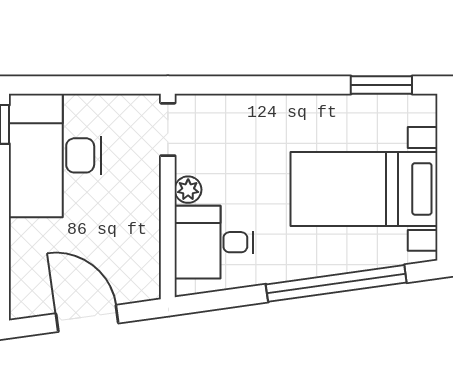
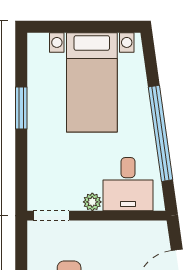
window: (381, 85) -> (21, 108), moved
window: (336, 283) -> (161, 133), moved

